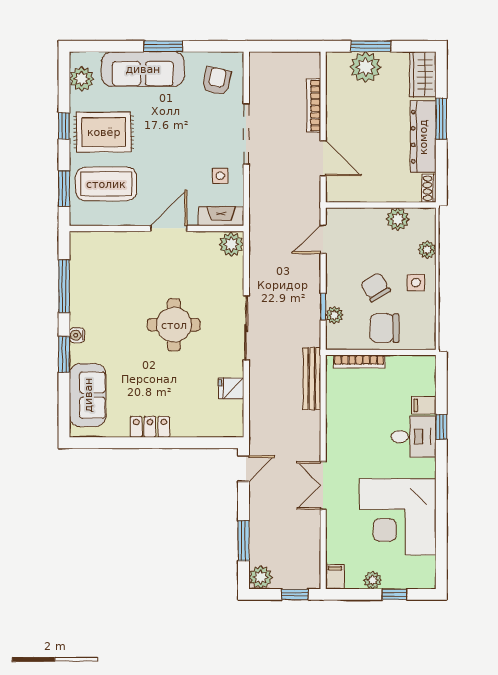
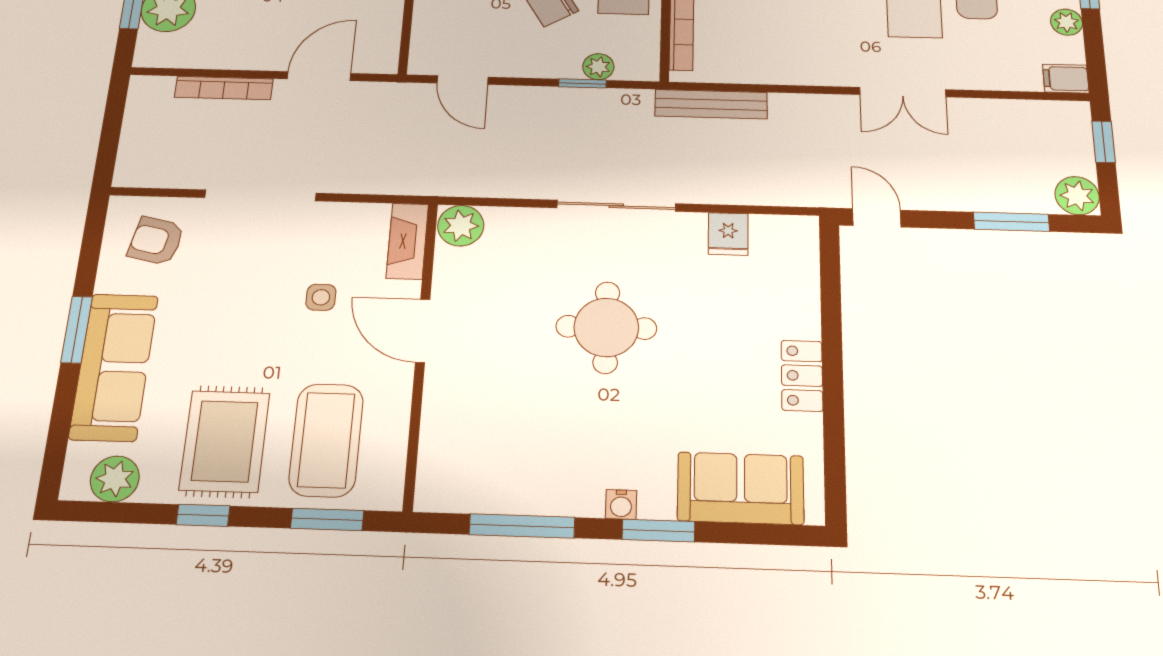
side table: (220, 176) -> (321, 297), moved

